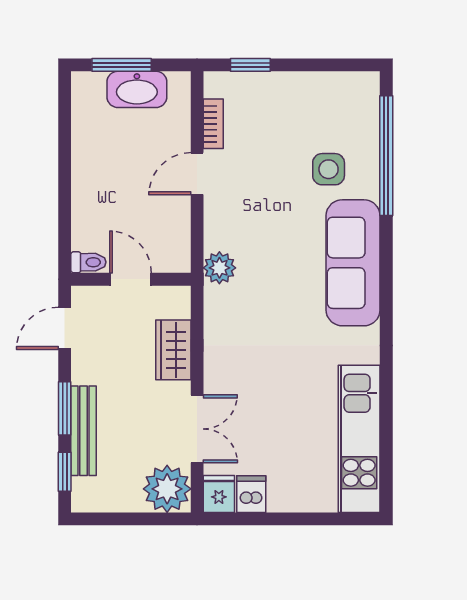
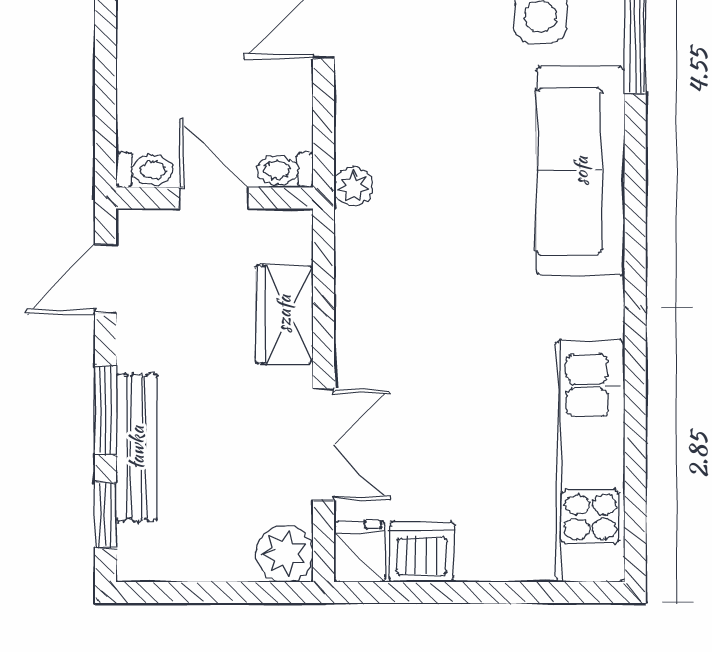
toilet: (173, 262) -> (285, 170), added
plant: (219, 268) -> (353, 186), width x0.73, depth x0.73
plant: (167, 489) -> (285, 554), width x0.73, depth x0.73
dishwasher: (251, 494) -> (422, 552), width x1.38

